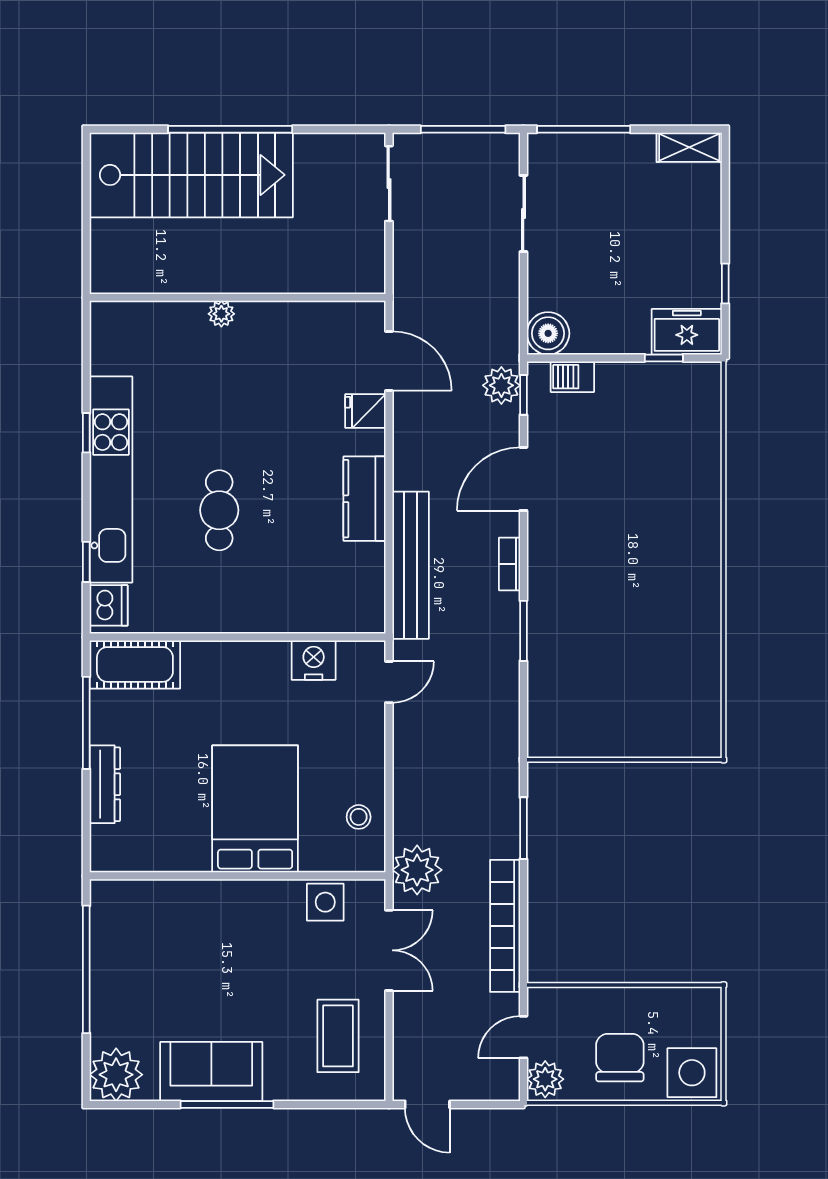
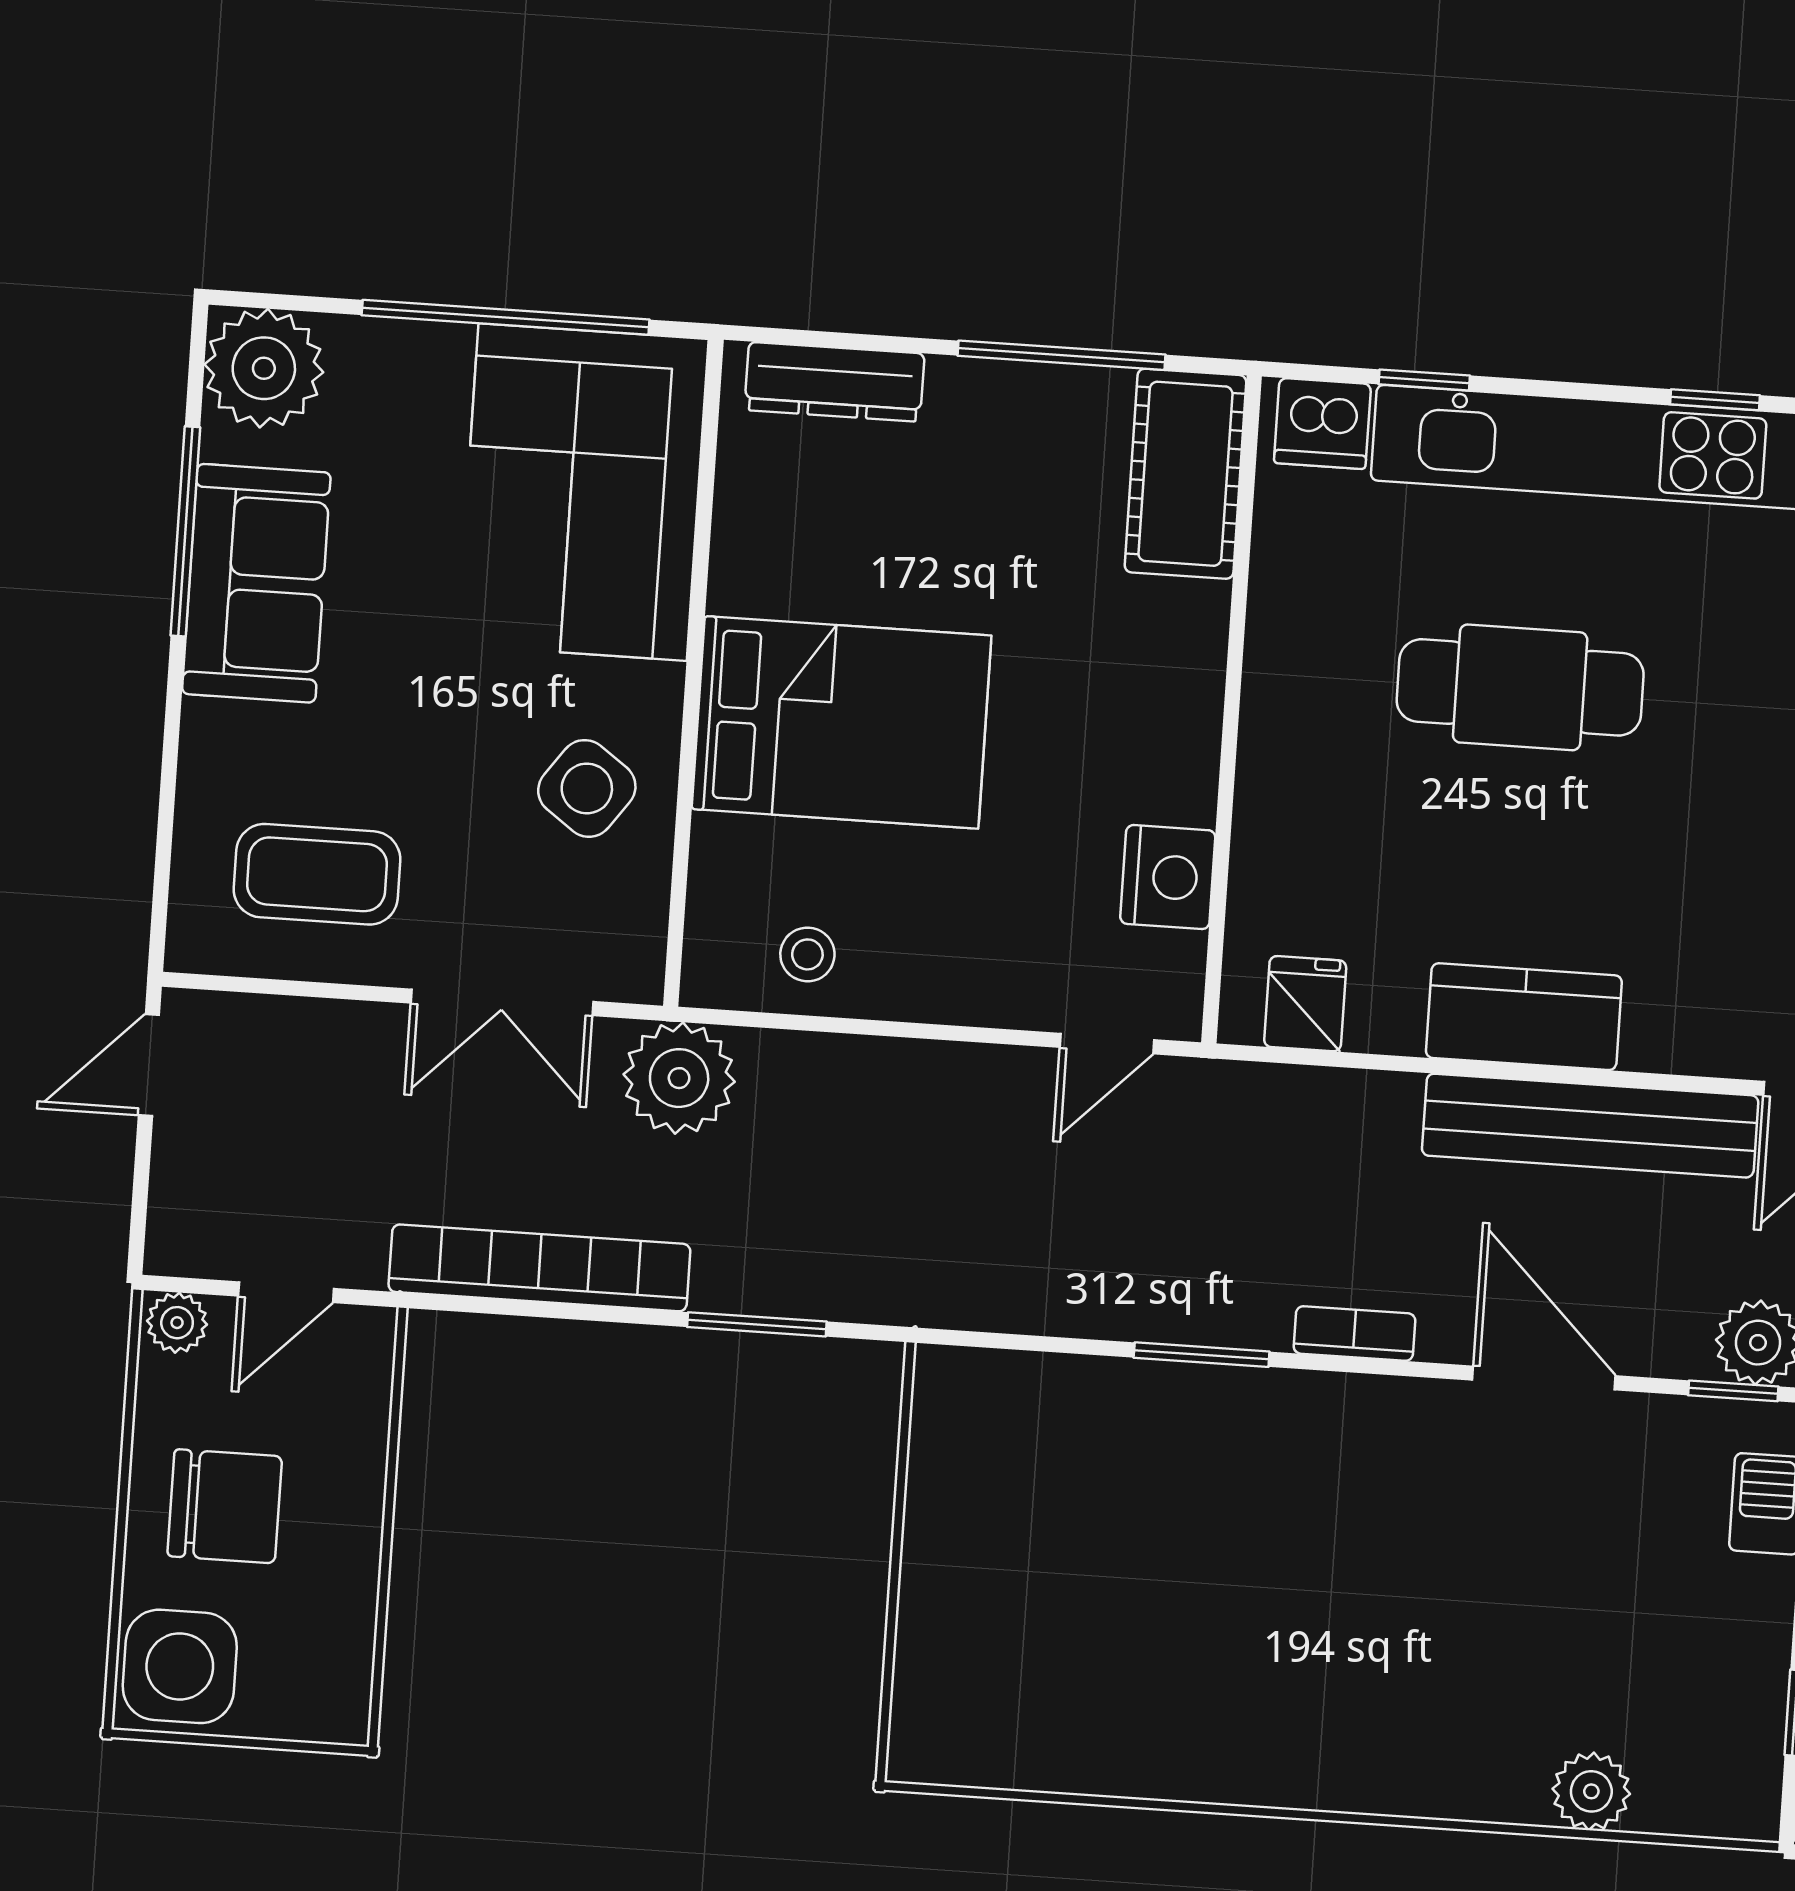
fridge: (365, 411) -> (1305, 1004), moved
plant: (705, 446) -> (1591, 1791), added
cafe table: (219, 510) -> (1520, 687), width x1.37, depth x1.35
bench: (411, 565) -> (1590, 1126), moved
door: (389, 682) -> (1107, 1044), hinge flipped
dresser: (105, 784) -> (834, 382), moved
side table: (325, 902) -> (587, 788), moved, turned 36
corner sofa: (161, 930) -> (583, 492), added
door: (523, 1037) -> (286, 1292), swing flipped
plant: (545, 1079) -> (177, 1323), width x0.73, depth x0.73
window: (227, 1104) -> (185, 531), moved

